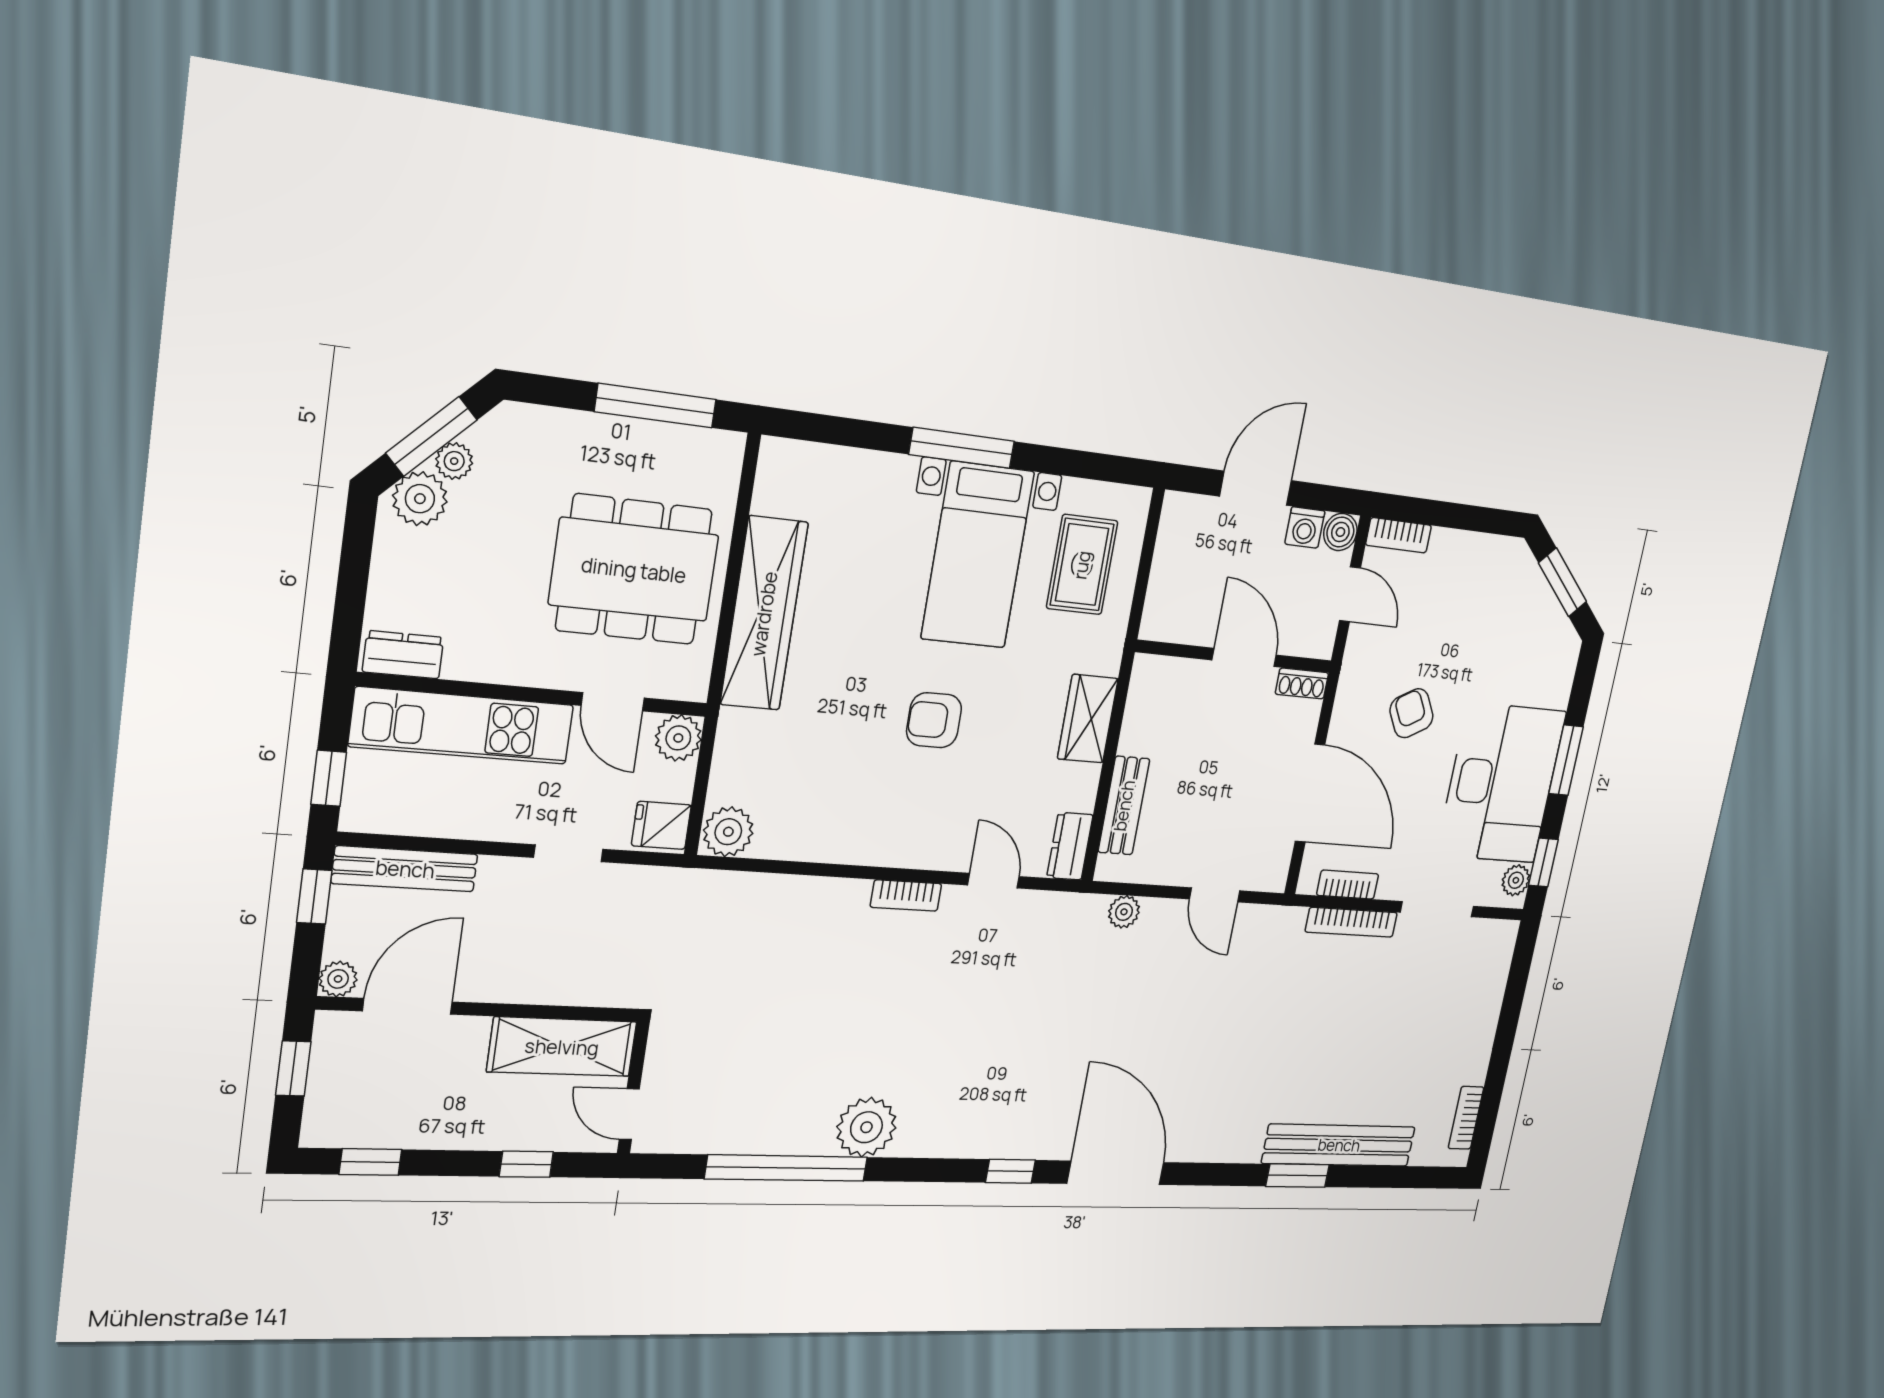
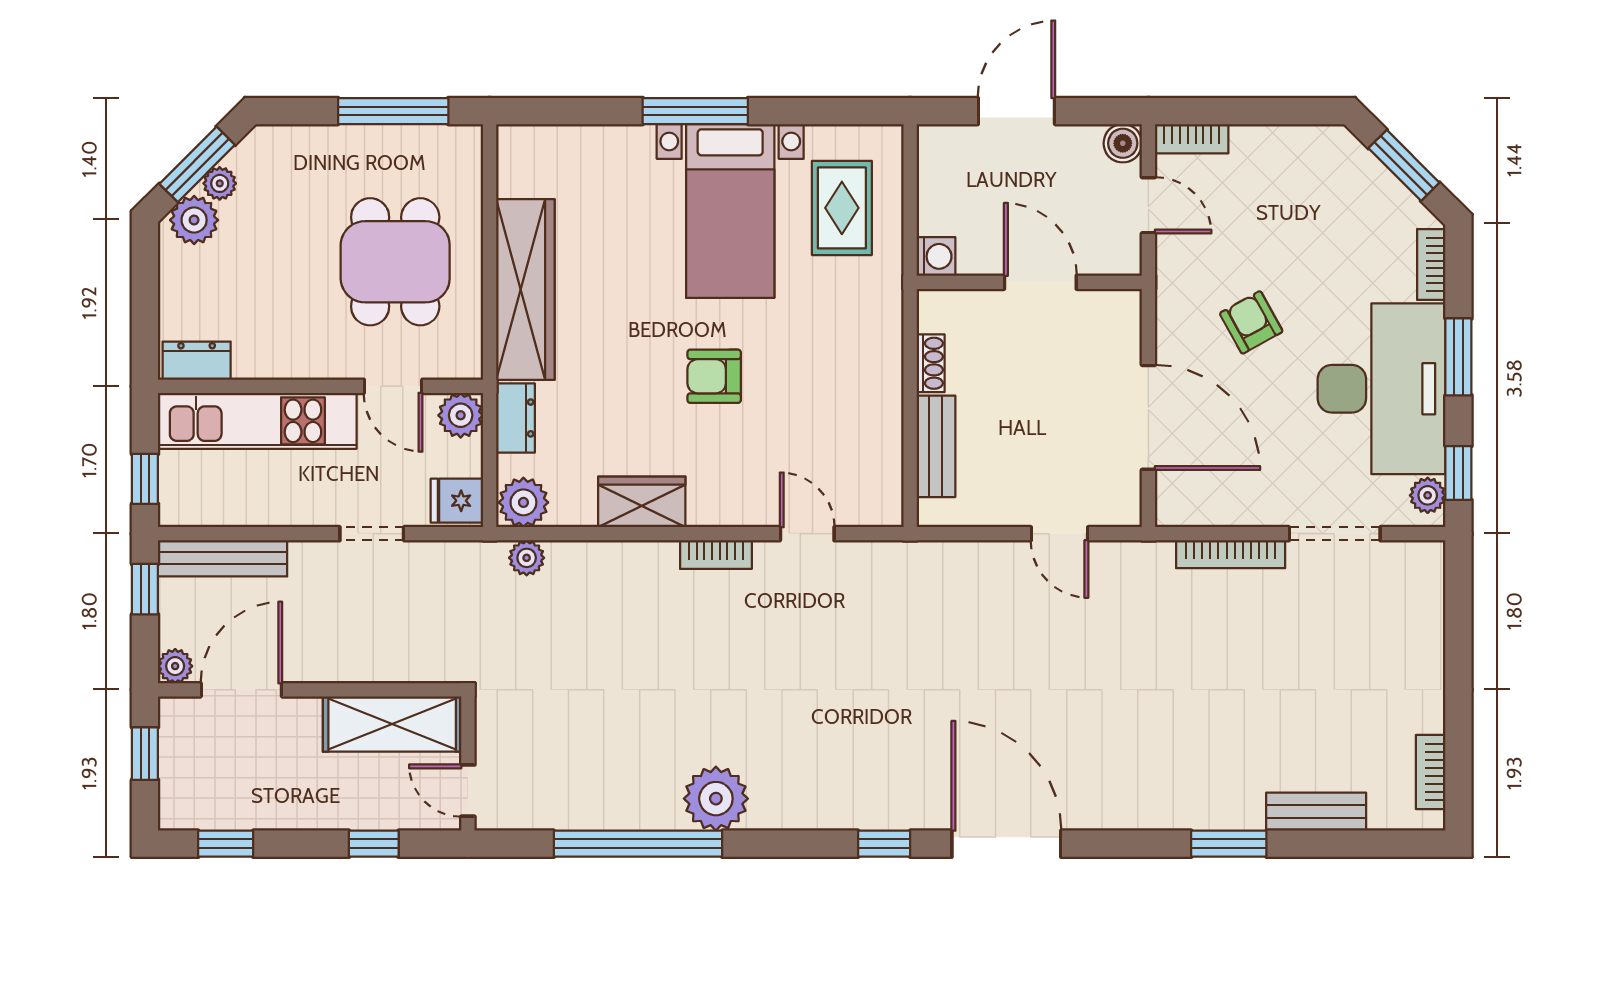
washing machine: (1305, 528) -> (936, 256), moved, turned -90
dining table: (634, 570) -> (395, 262), width x0.73
shoe rack: (1302, 683) -> (931, 363), moved, turned -90
wardrobe: (1088, 719) -> (642, 502), moved, turned 90
dresser: (1070, 846) -> (515, 418), moved, turned 180
bookcase: (1348, 885) -> (1431, 265), moved, turned -90
plant: (1124, 912) -> (527, 558), moved
bench: (1339, 1145) -> (1316, 812), width x0.54, depth x0.82

